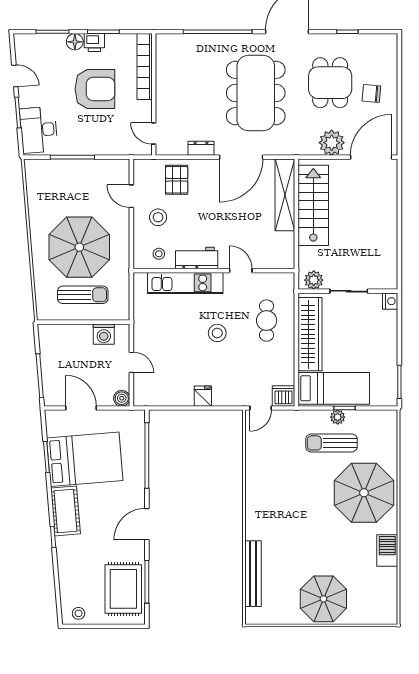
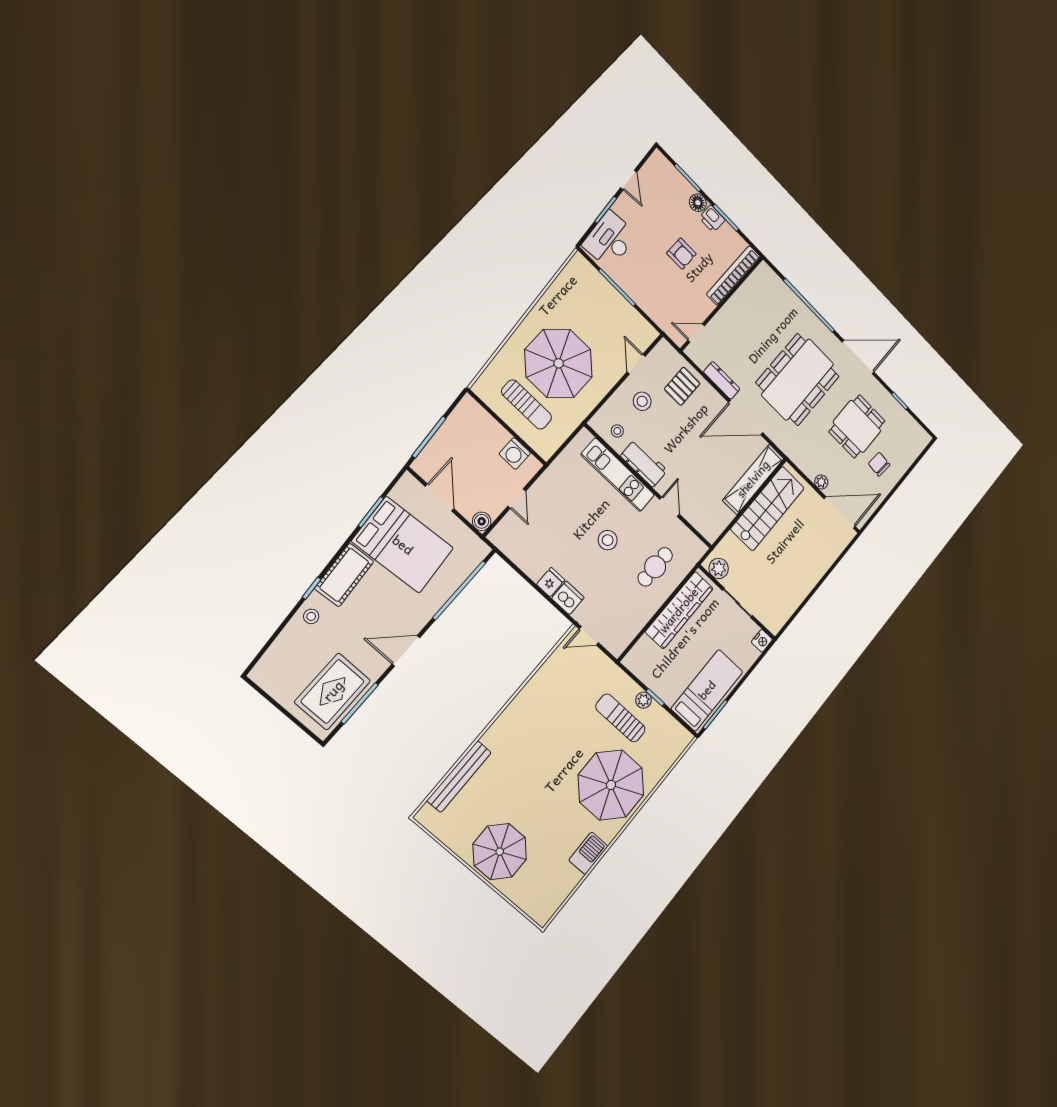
armchair: (95, 89) -> (681, 254), width x0.53, depth x0.53
door: (154, 133) -> (696, 333), hinge flipped
plant: (332, 143) -> (821, 482), width x0.53, depth x0.53
dresser: (201, 148) -> (722, 380), width x1.44
bed: (334, 388) -> (707, 690), moved, turned -90
dishwasher: (284, 396) -> (568, 598), moved
stool: (79, 613) -> (311, 616), moved

